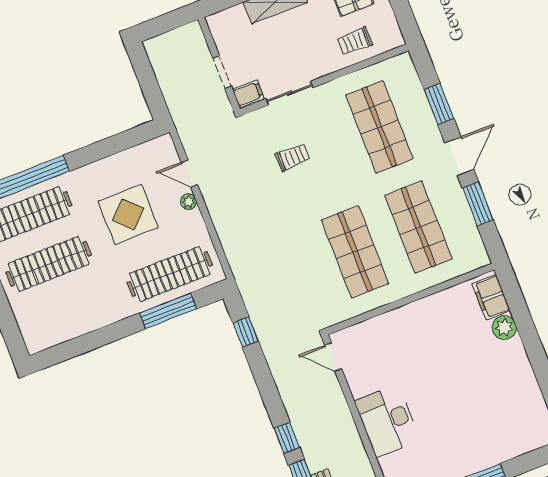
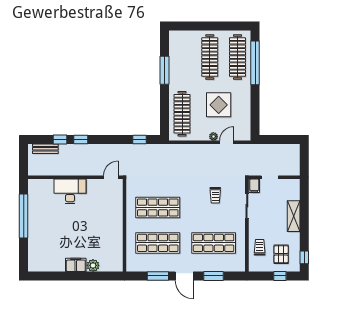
filing cabinet: (491, 297) -> (76, 265), moved
window: (168, 311) -> (164, 70), moved

